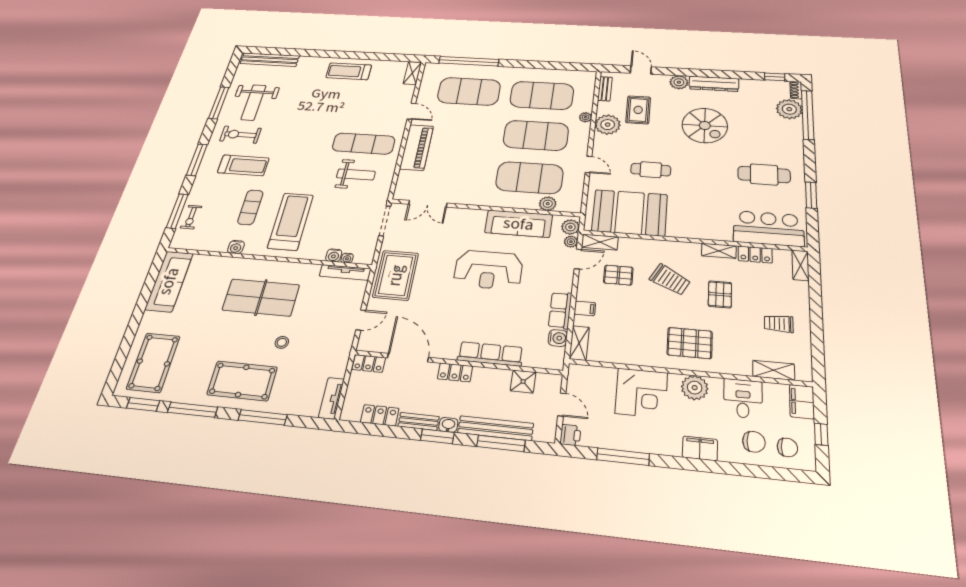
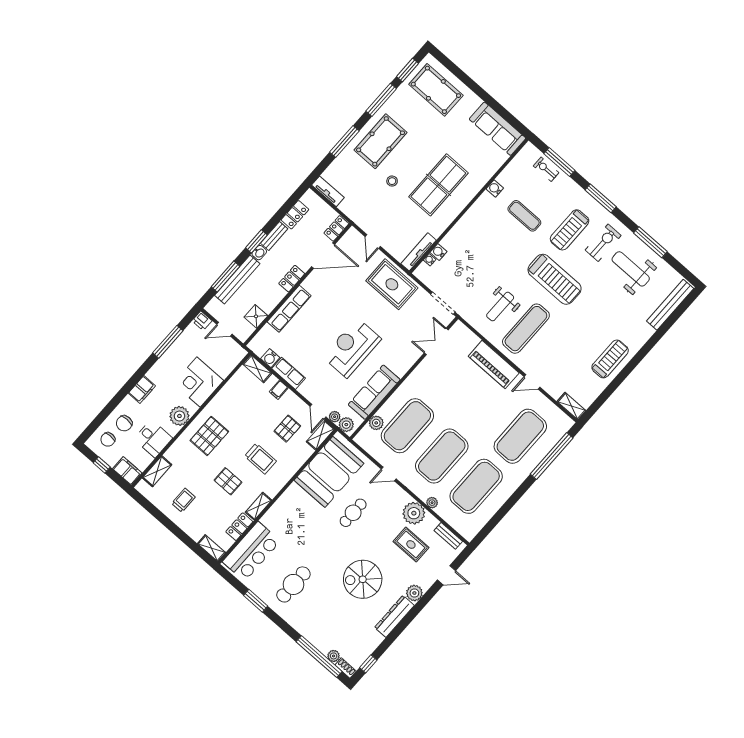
plant: (789, 109) -> (334, 656), width x0.53, depth x0.53
treadmill: (291, 221) -> (555, 279), moved
trolley: (670, 280) -> (260, 459), turned -118

